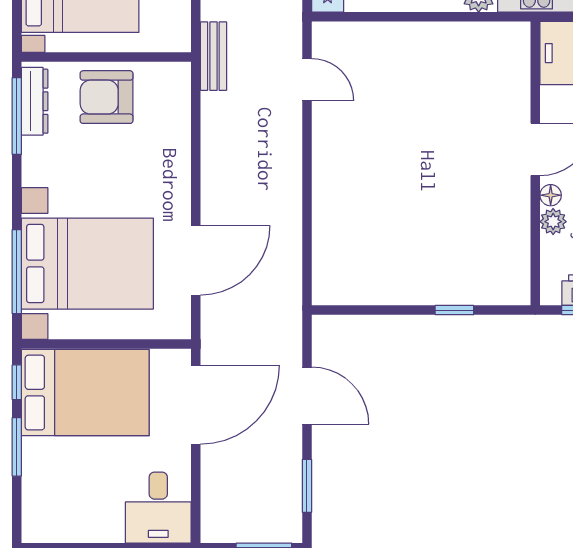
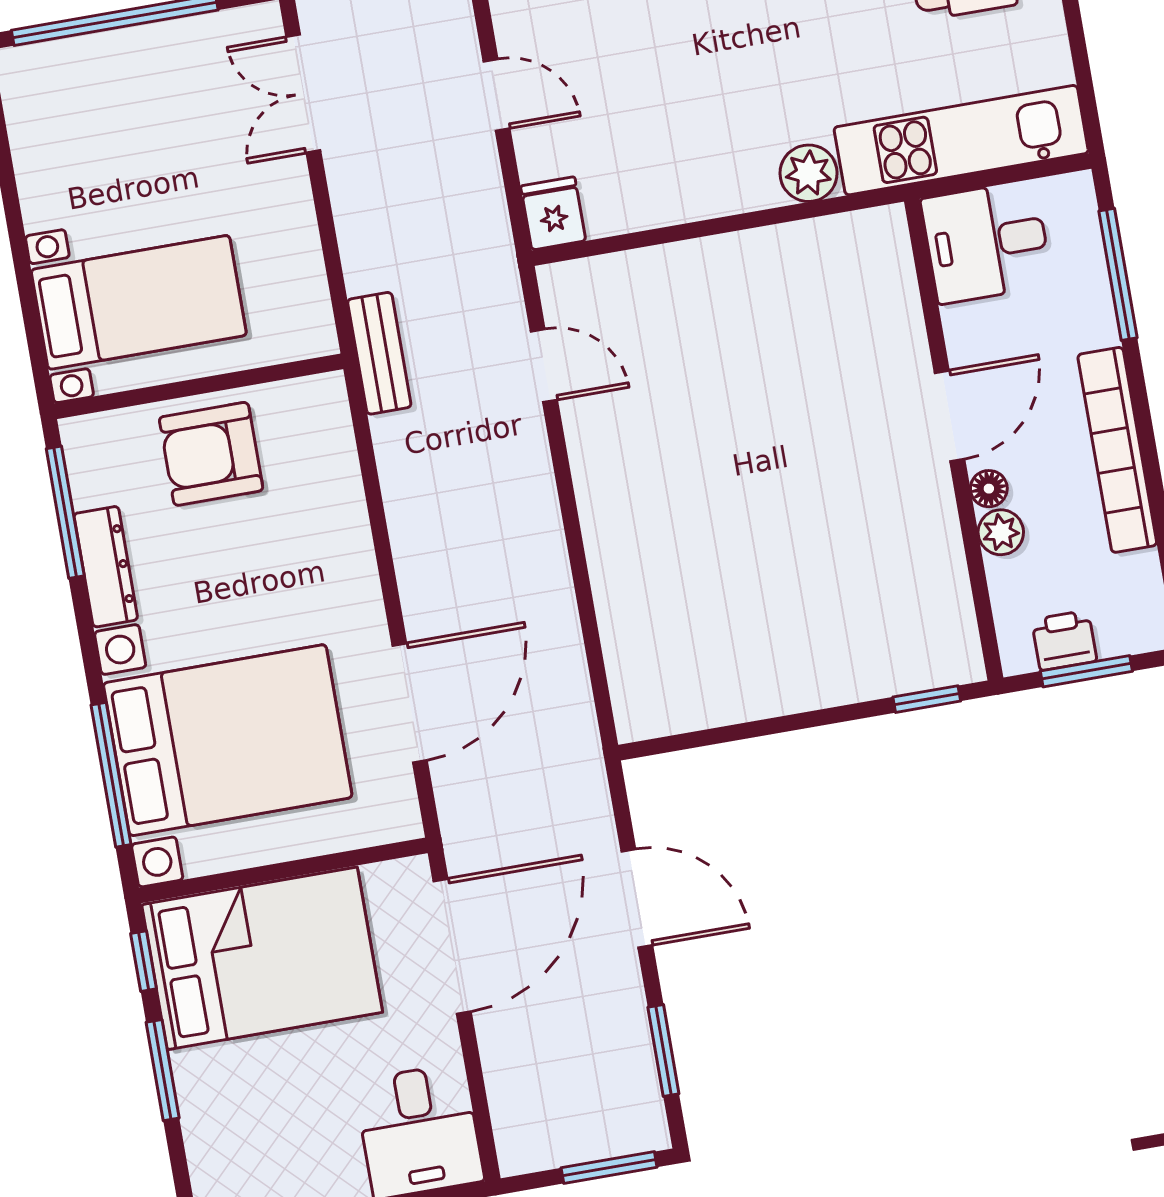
dresser: (35, 101) -> (106, 567), moved
window: (454, 310) -> (927, 699), moved

